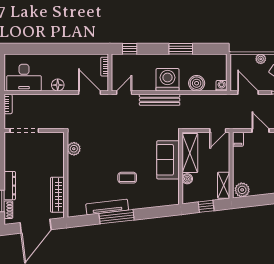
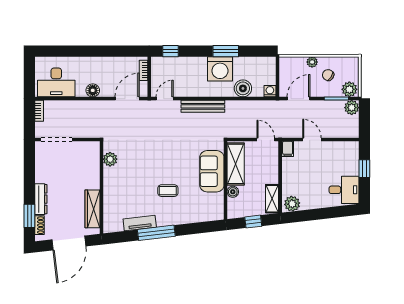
washing machine: (167, 80) -> (220, 69), moved, turned 180
door: (89, 93) -> (127, 99), hinge flipped
door: (248, 93) -> (299, 99), hinge flipped
door: (218, 130) -> (266, 140), swing flipped
tv unit: (107, 207) -> (140, 223), width x0.71

